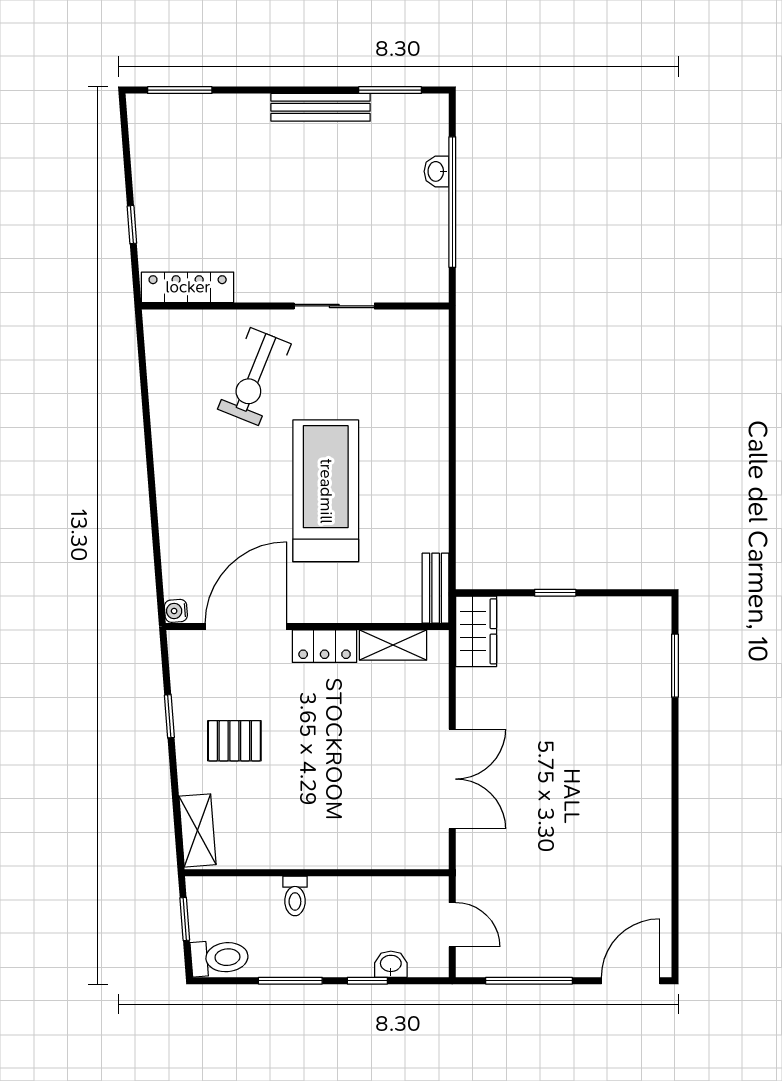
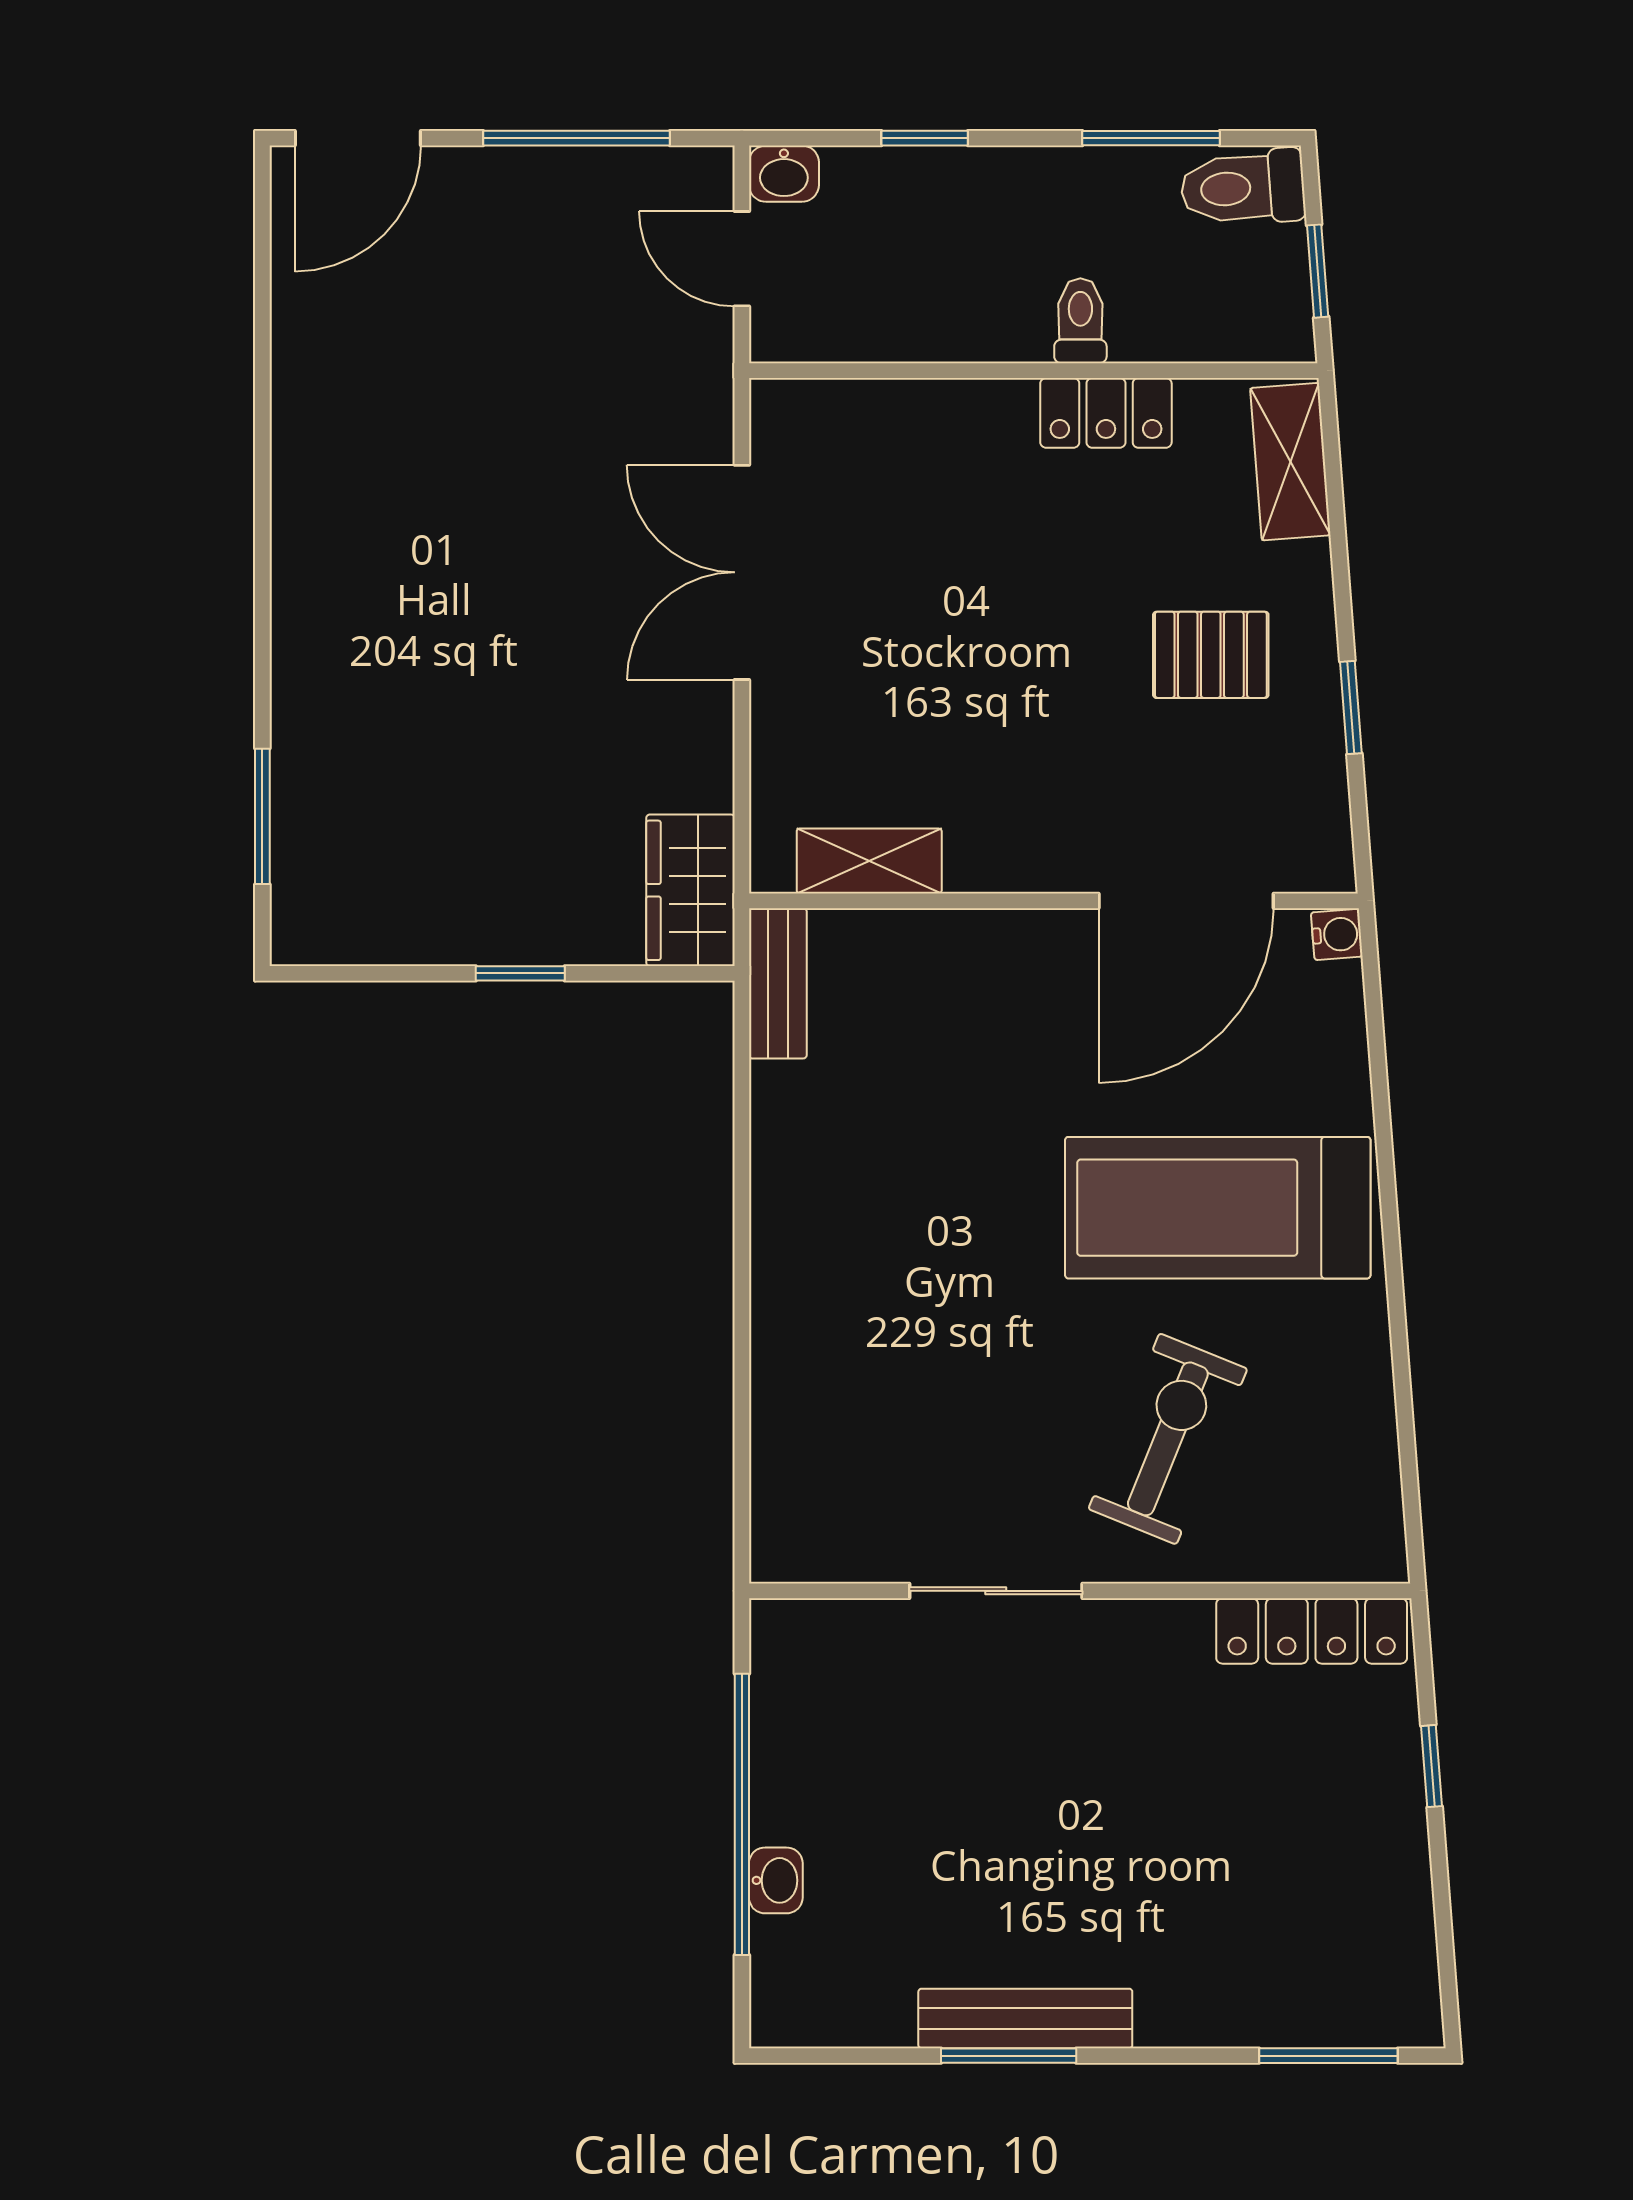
window: (390, 90) -> (1009, 2056), moved
treadmill: (326, 491) -> (1218, 1208), moved, turned 90
locker: (325, 646) -> (1106, 413), moved, turned 180
washbasin: (391, 964) -> (784, 174), moved
window: (290, 981) -> (1151, 138), moved

